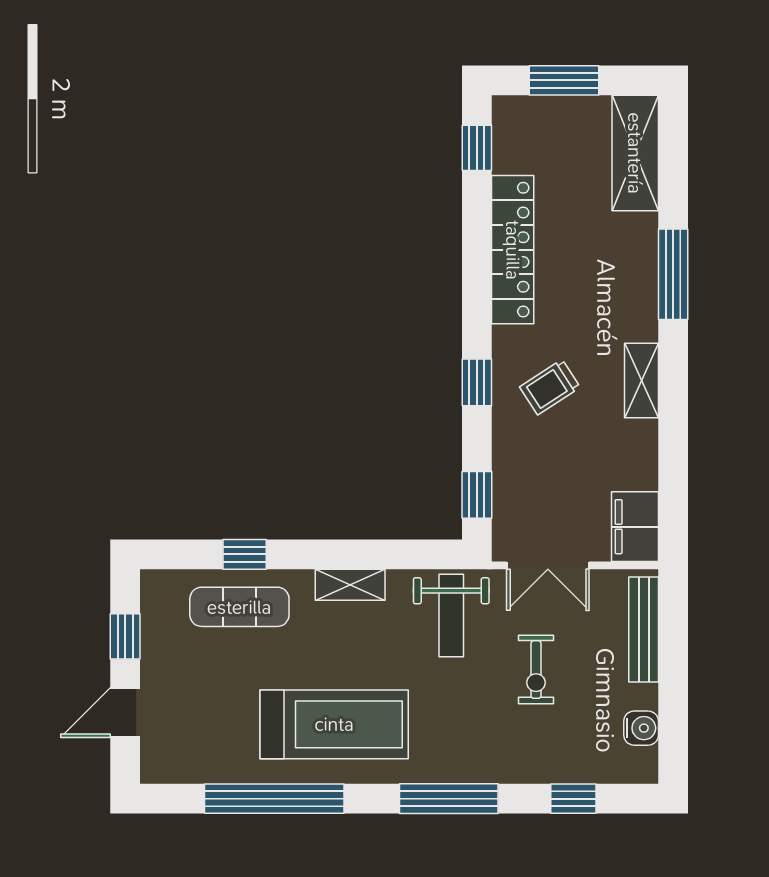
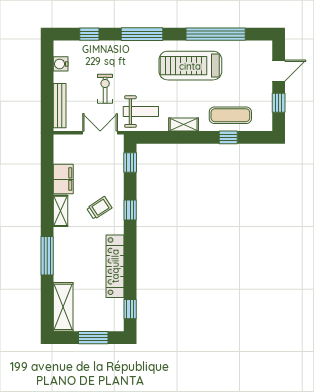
filing cabinet: (635, 527) -> (63, 179), moved
weight bench: (451, 615) -> (141, 112), turned 90

